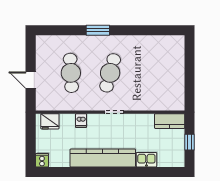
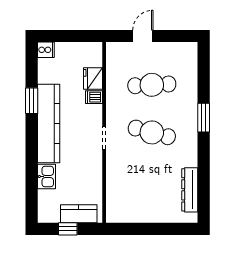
dresser: (157, 42) -> (190, 190), added
fridge: (50, 121) -> (93, 79), moved
kitchen counter: (170, 121) -> (79, 214), moved, turned 90
window: (84, 172) -> (32, 101), added

